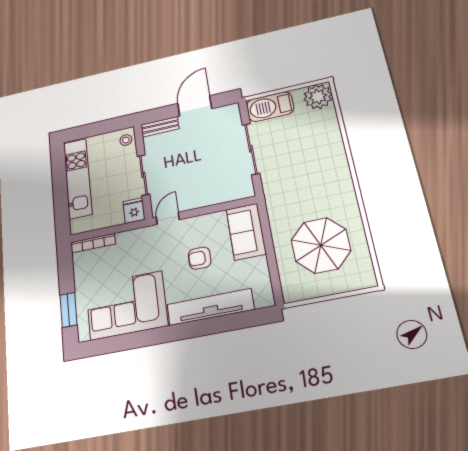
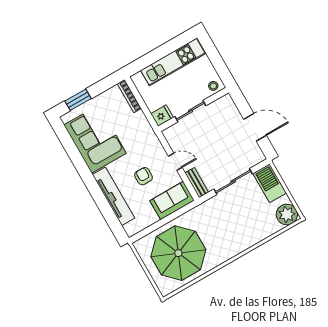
bench: (160, 127) -> (197, 183), moved
door: (168, 218) -> (175, 162), moved
parasol: (321, 245) -> (178, 253), width x1.36, depth x1.36

